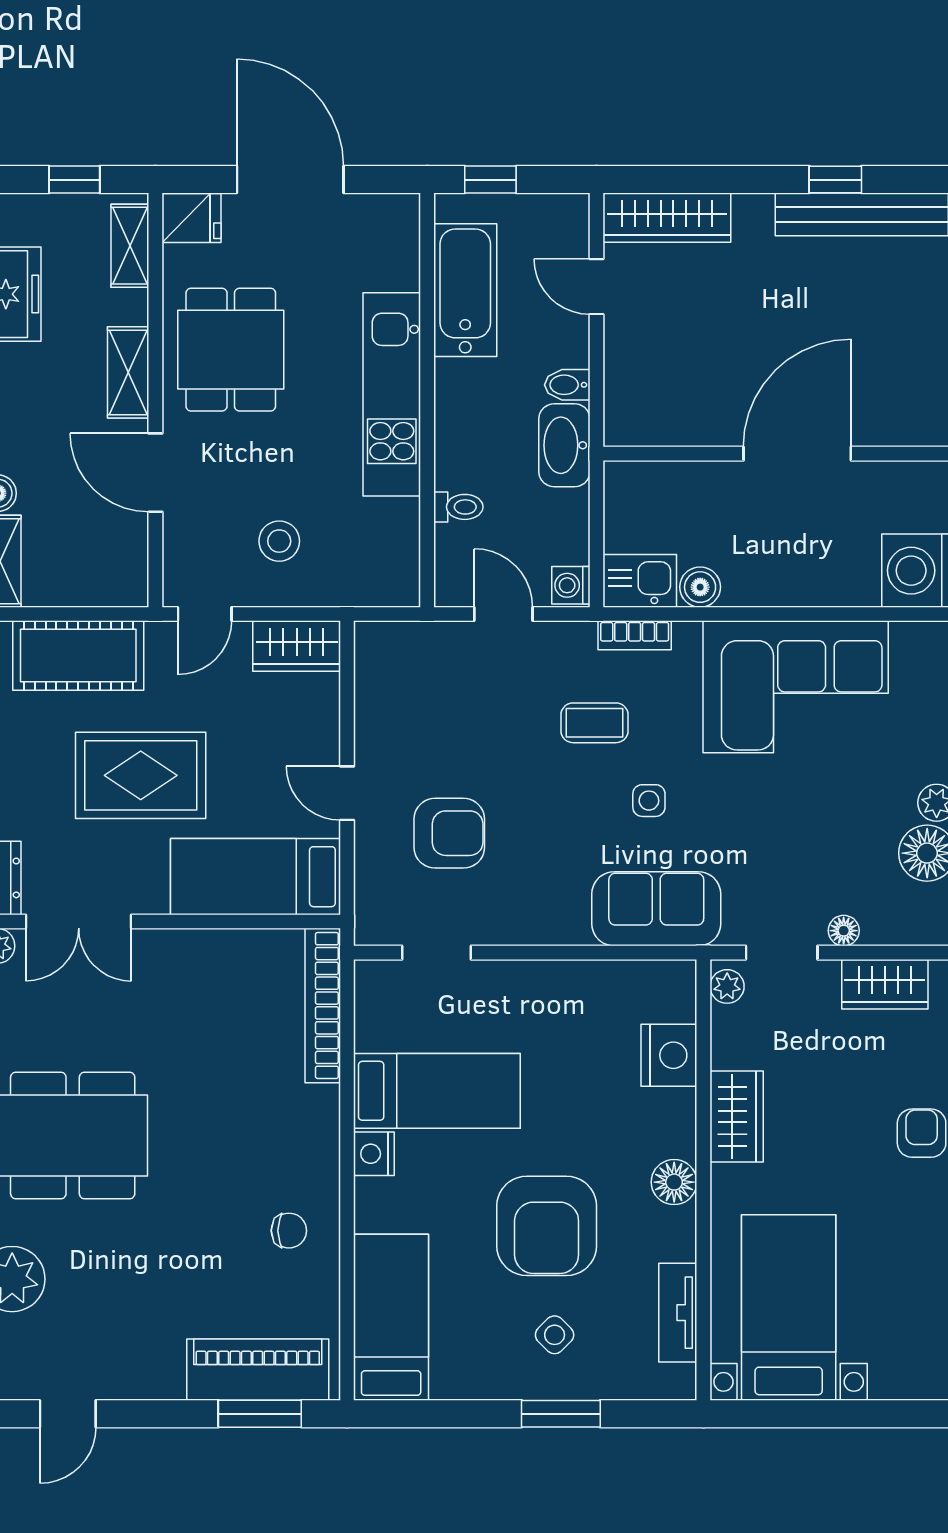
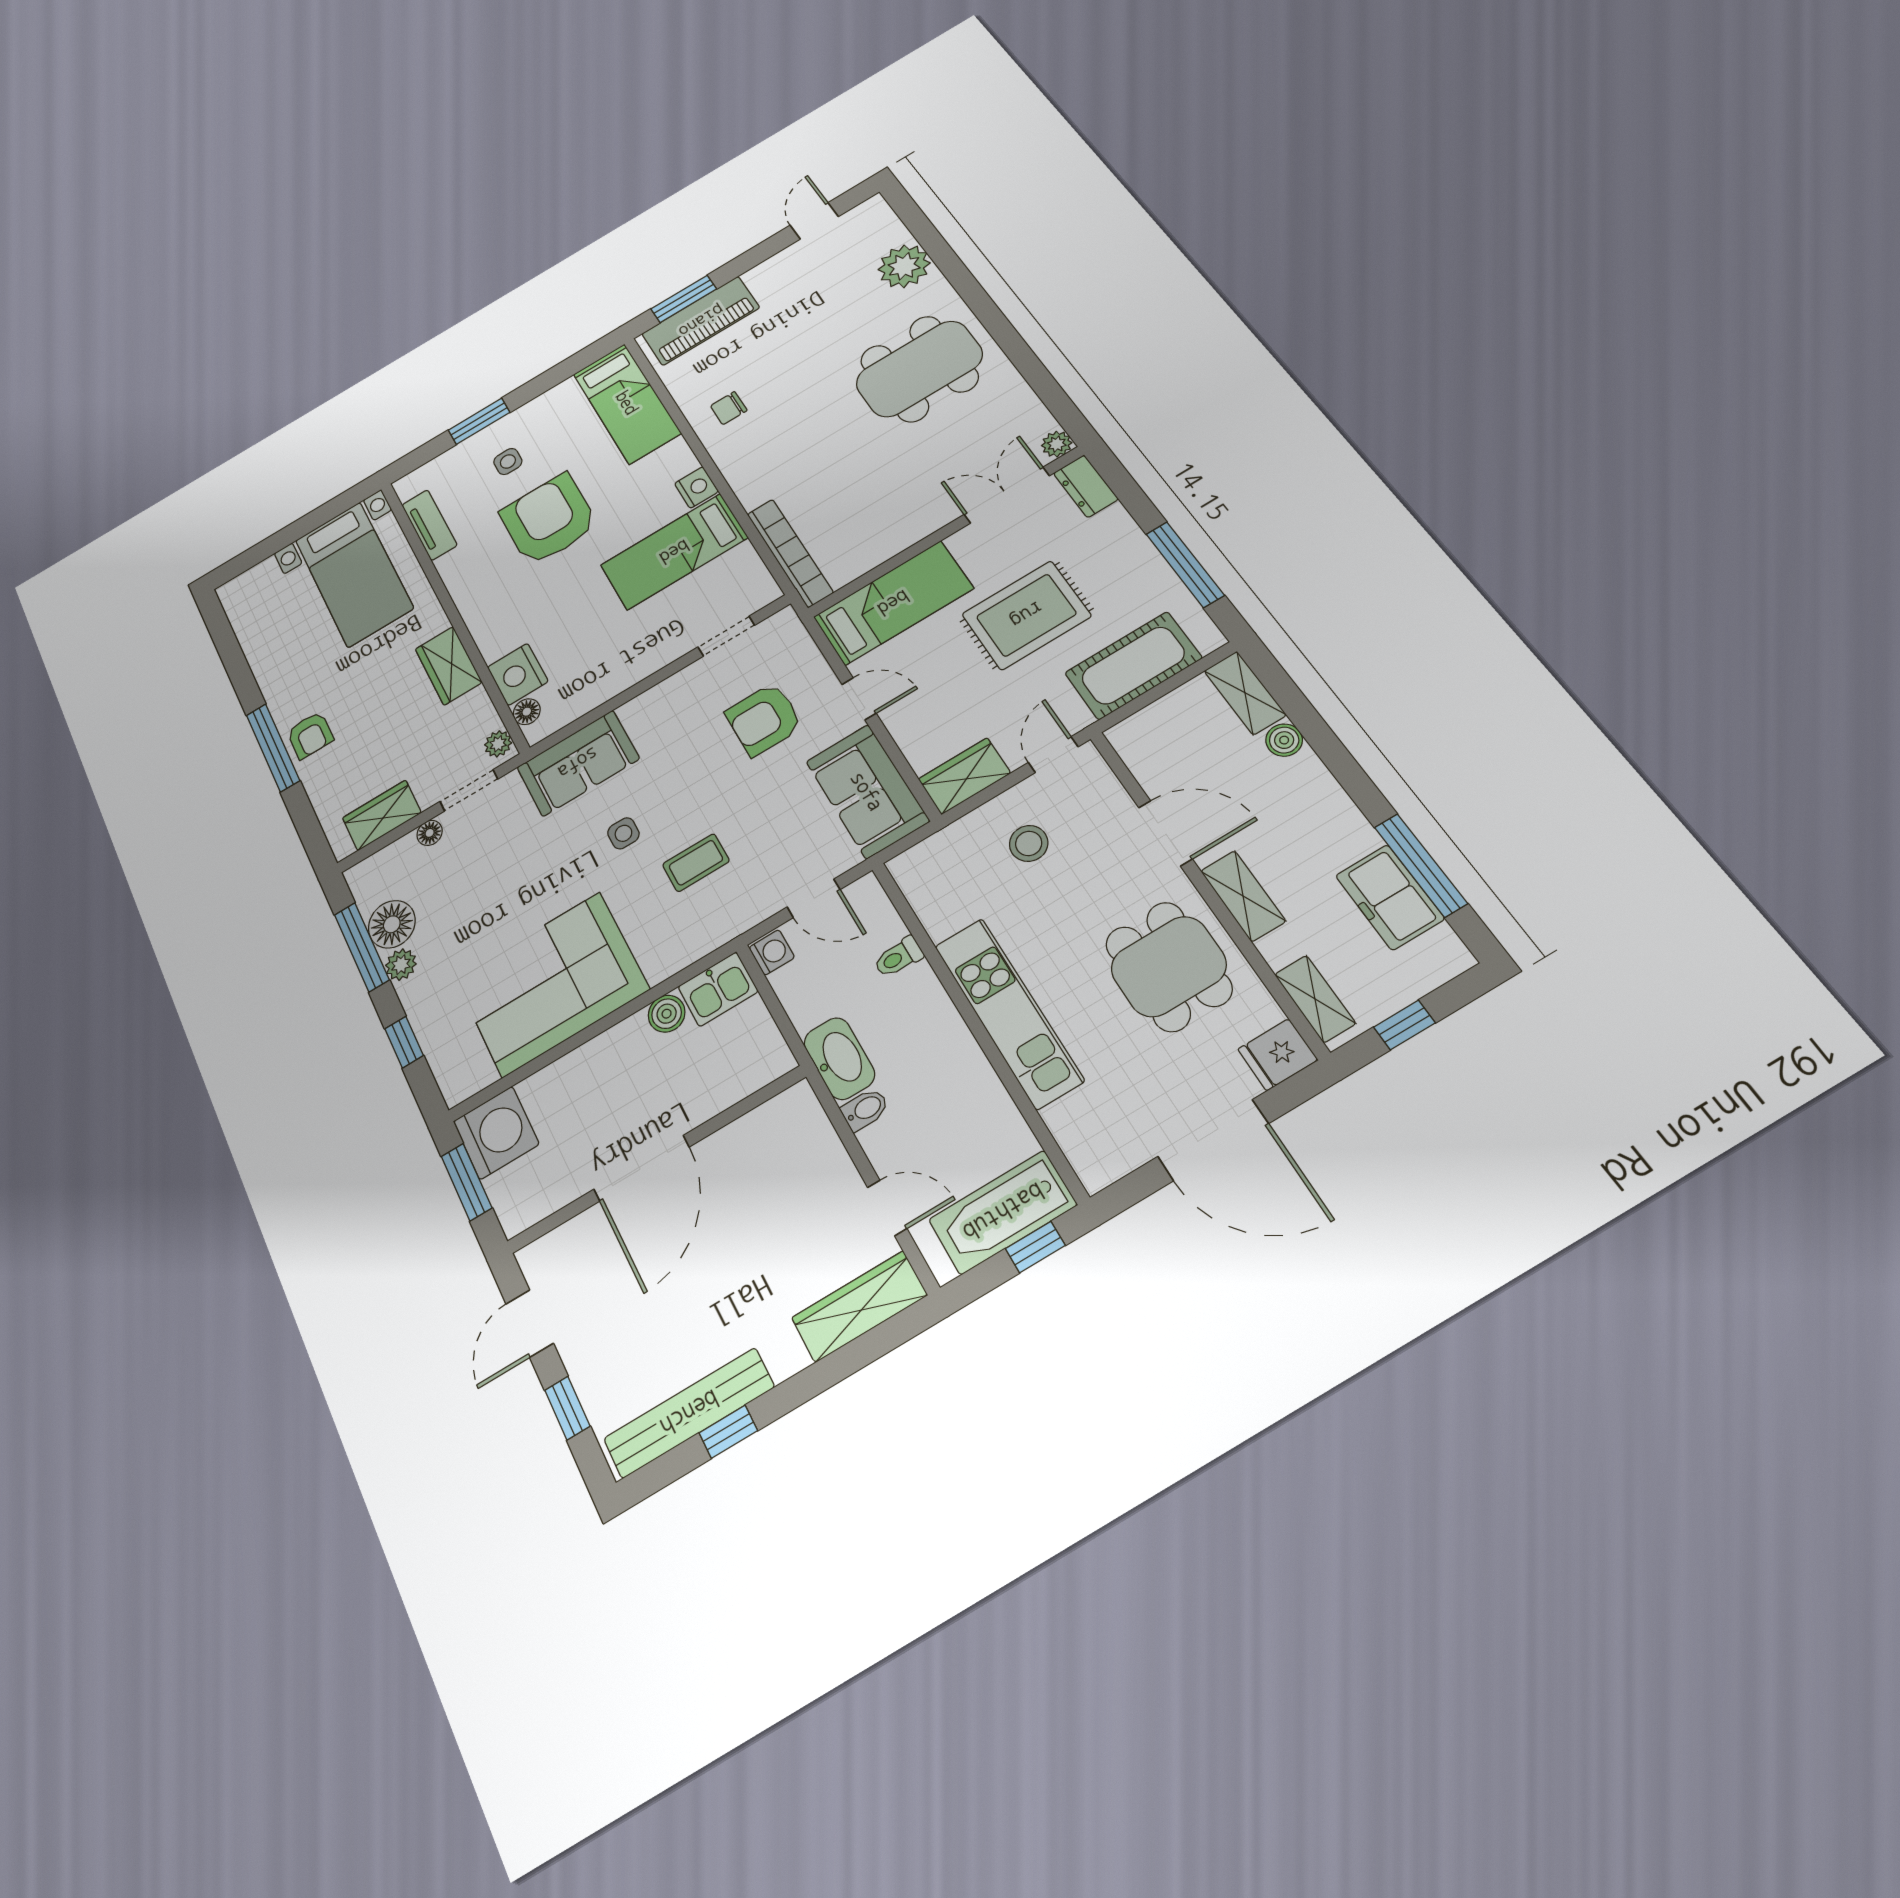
bathtub: (465, 290) -> (1003, 1212), moved, turned 90
bookcase: (635, 635) -> (700, 946), removed
sofa: (394, 690) -> (867, 791), added
floor lamp: (674, 1182) -> (527, 712), moved, width x0.73, depth x0.73
side table: (555, 1335) -> (508, 462), turned 45

